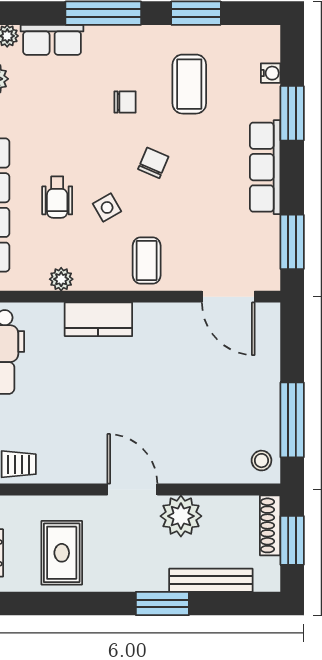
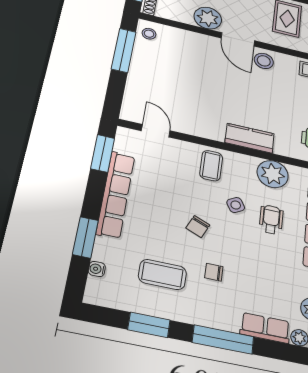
coffee table: (189, 84) -> (162, 274), turned 90
row of seats: (265, 167) -> (116, 194), width x1.36
plant: (61, 279) -> (273, 174), width x1.88, depth x1.88
door: (228, 297) -> (156, 131), width x0.73
stool: (90, 461) -> (264, 61), added

